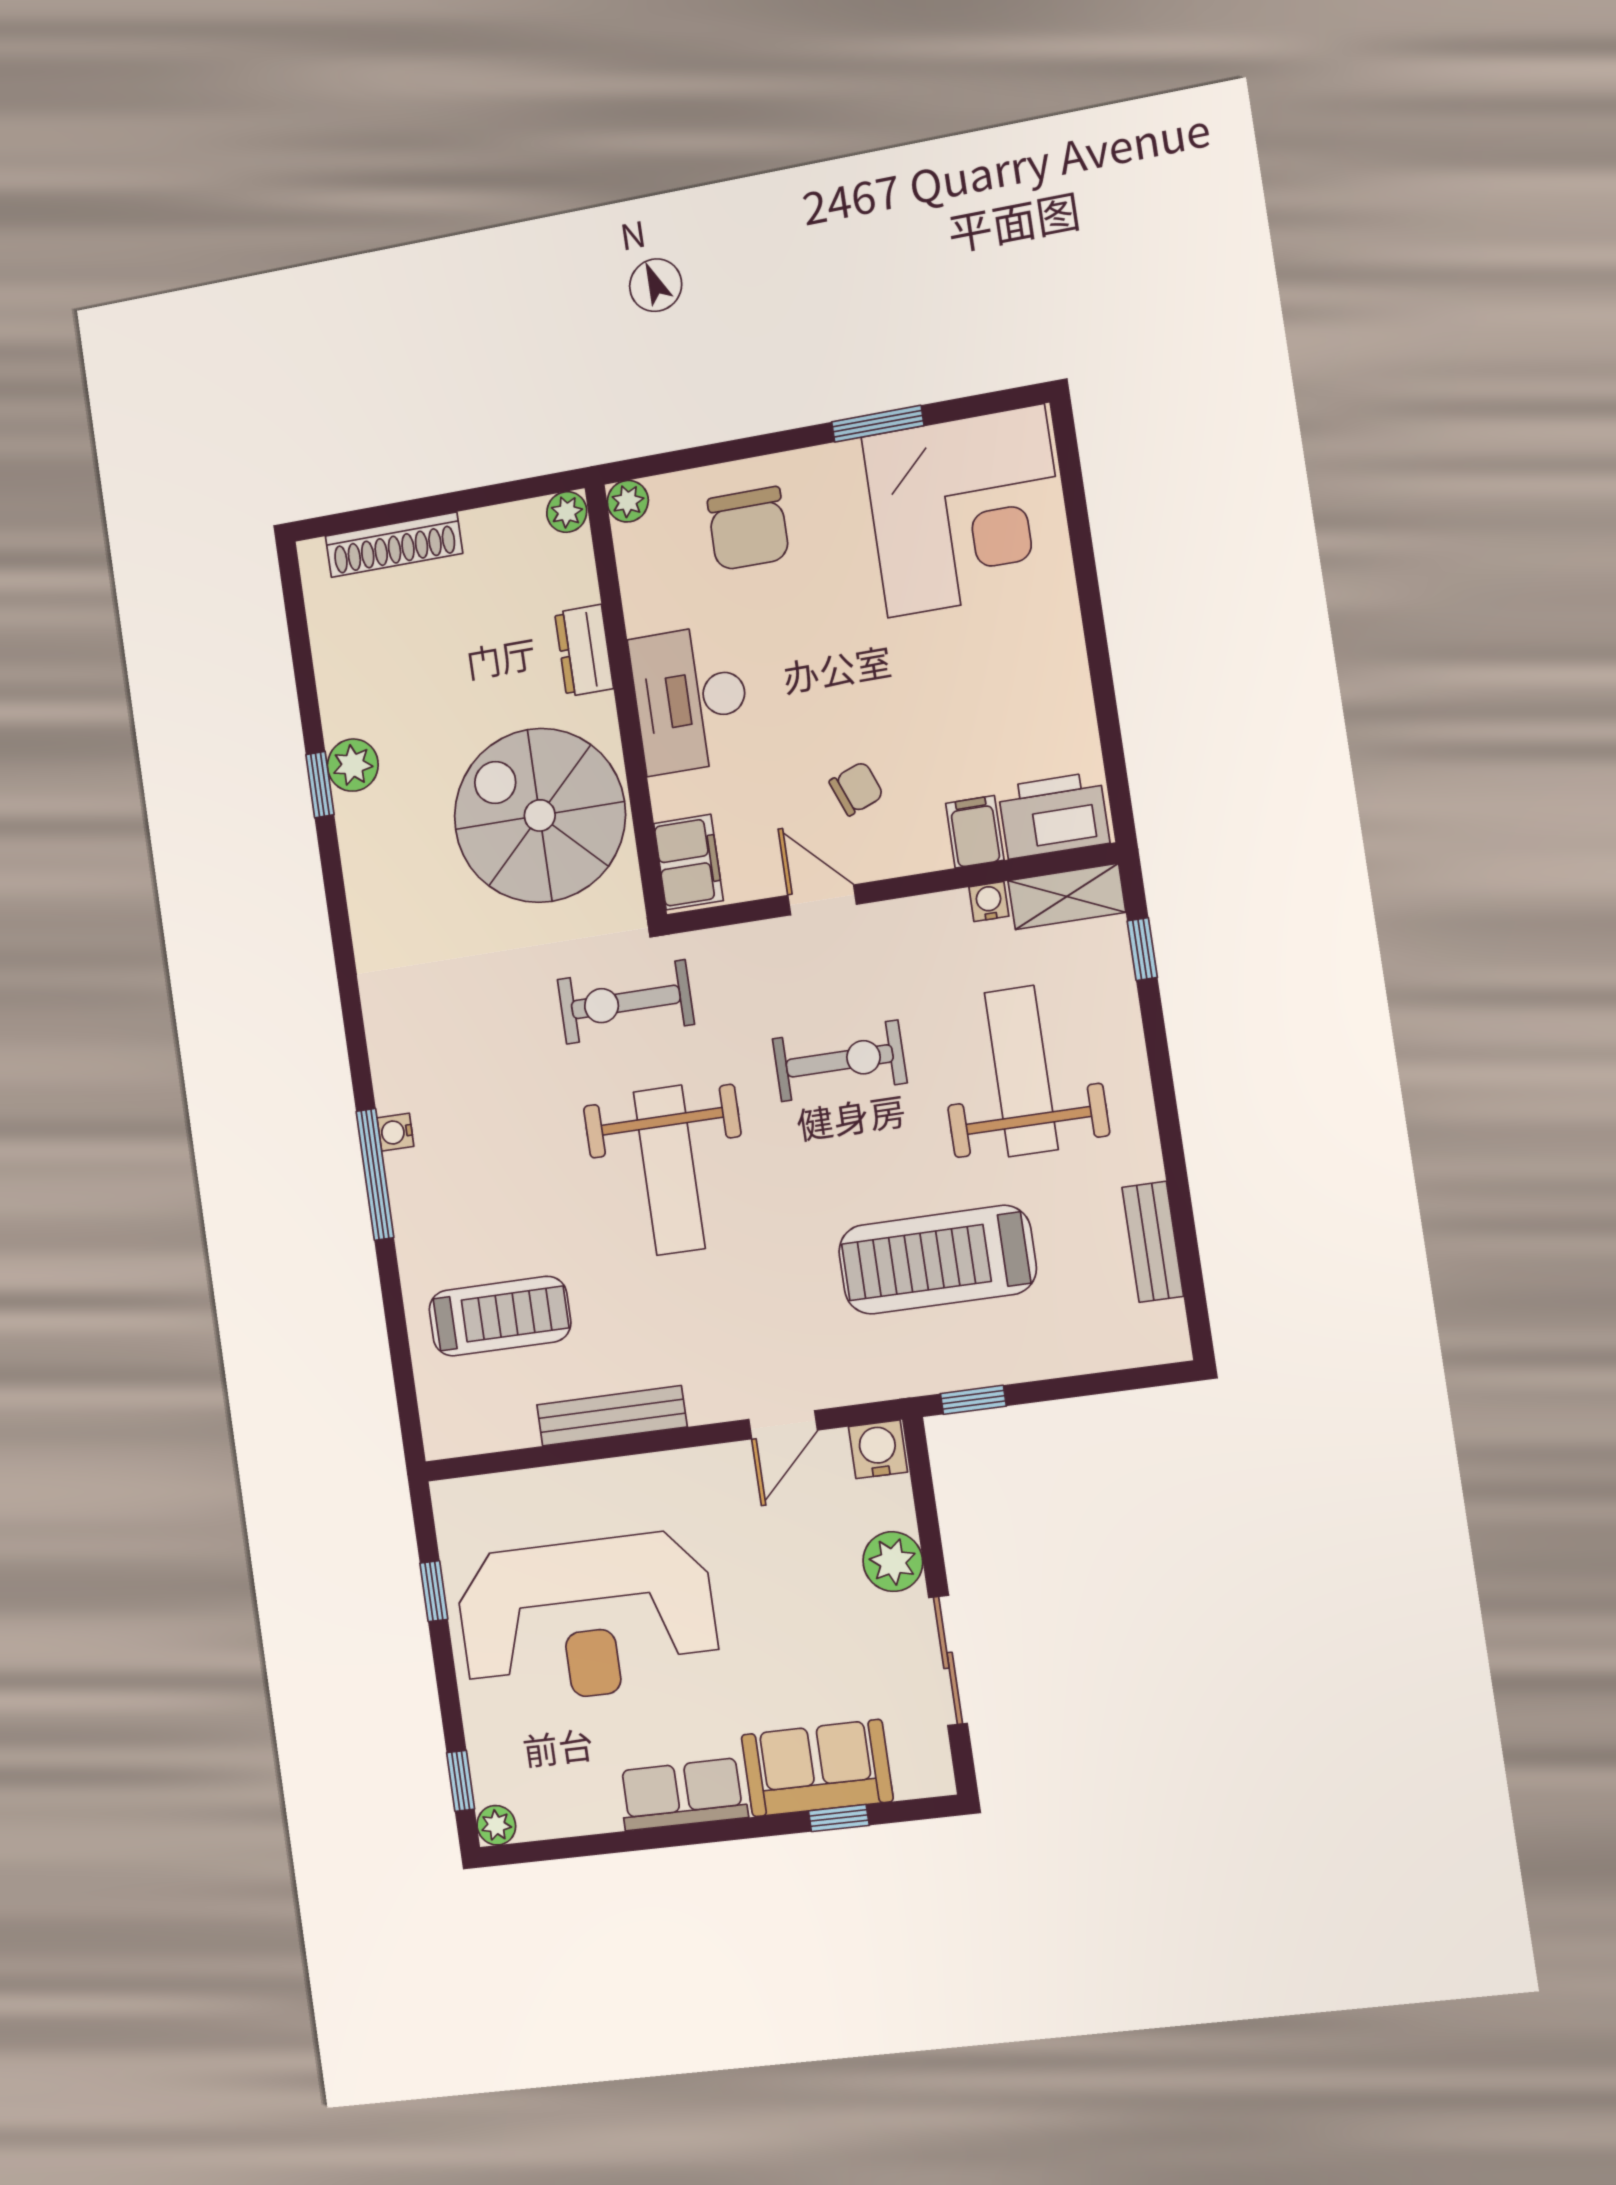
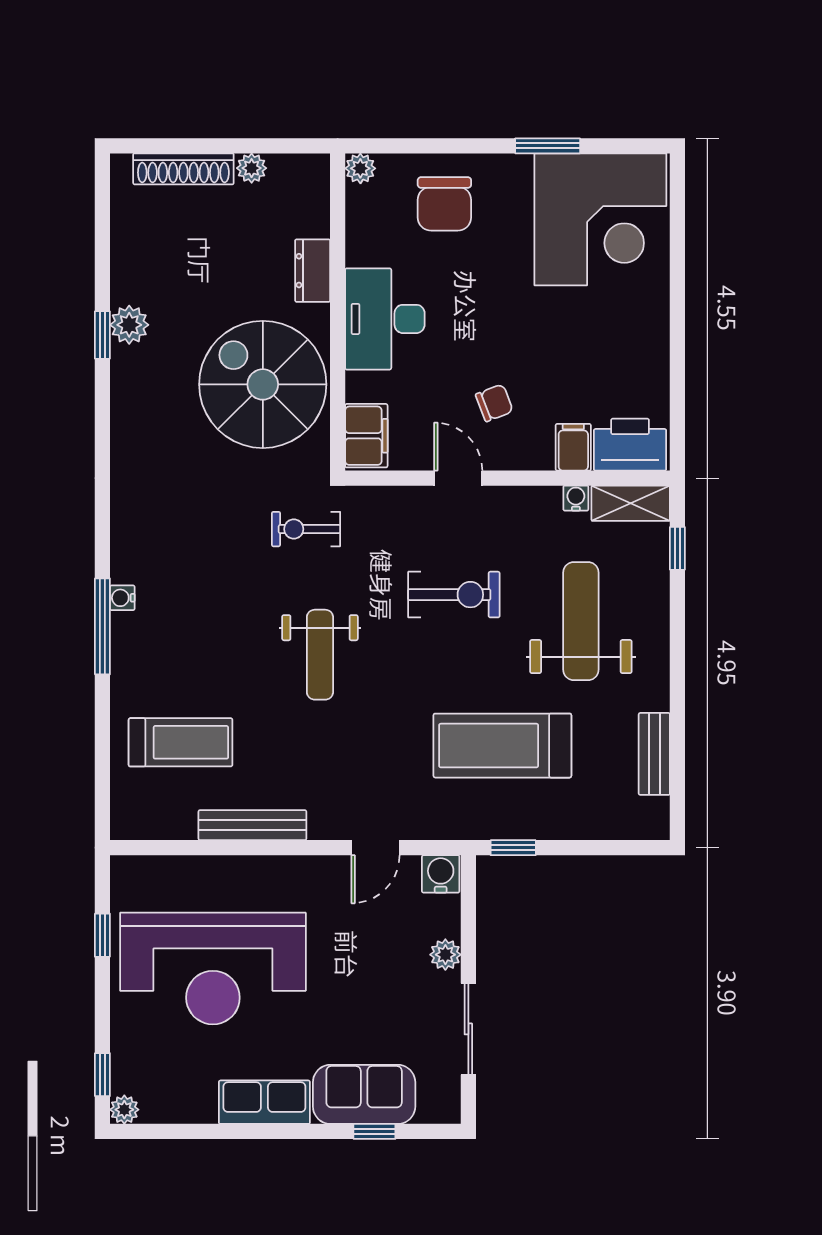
plant: (567, 512) -> (252, 168), moved
exercise bike: (626, 1002) -> (306, 529), width x0.73, depth x0.72
weight bench: (669, 1170) -> (320, 655), width x0.73, depth x0.75
plant: (893, 1562) -> (445, 955), width x0.73, depth x0.73

